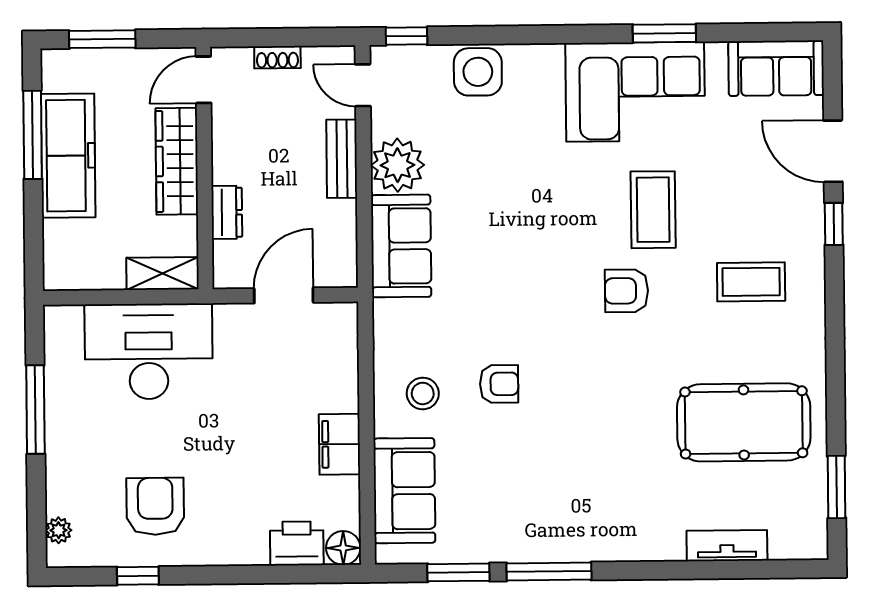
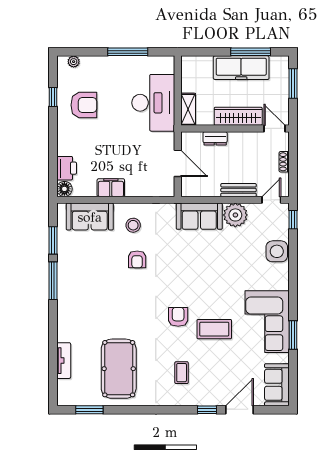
coffee table: (751, 282) -> (182, 373), width x0.73, depth x0.77

